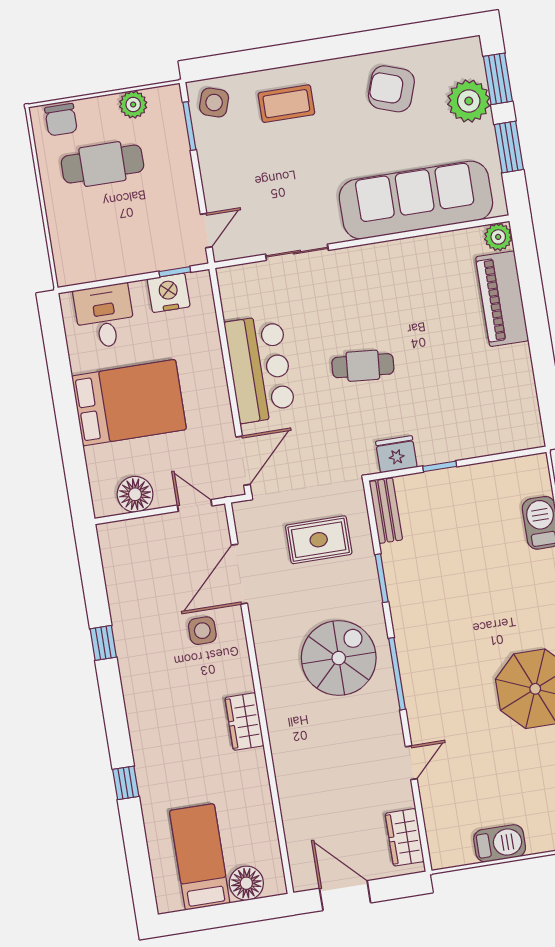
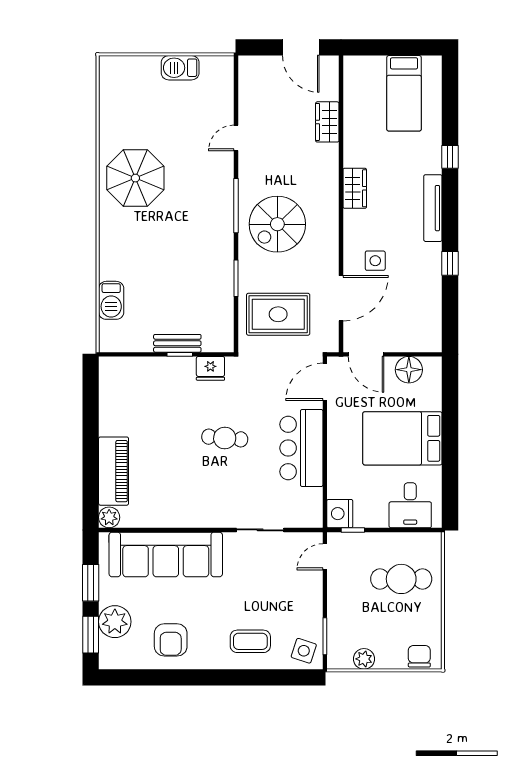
armchair: (391, 89) -> (171, 640), turned 71
cafe table: (102, 164) -> (401, 579), moved
nightstand: (169, 293) -> (340, 514), moved, turned 90
door: (195, 506) -> (366, 354), width x1.38
bench: (386, 511) -> (177, 343), moved, turned 90
rug: (319, 540) -> (278, 314), width x1.36, depth x1.43
tv unit: (137, 712) -> (433, 208), added
wardrobe: (405, 837) -> (327, 122), moved, turned 180
floor lamp: (246, 883) -> (373, 68), removed

